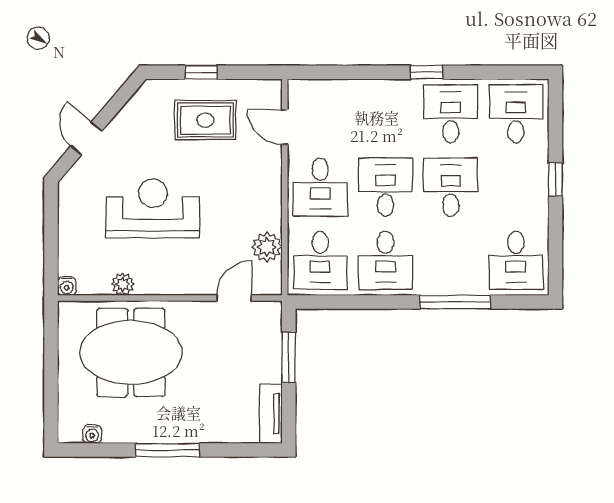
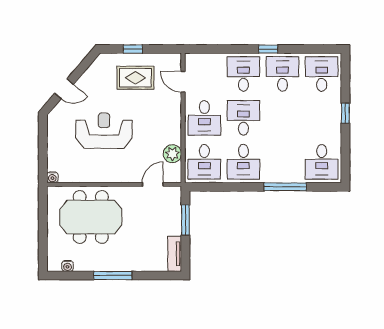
door: (86, 139) -> (64, 89), swing flipped
desk: (451, 187) -> (243, 74), moved
plant: (123, 284) -> (86, 176), removed

